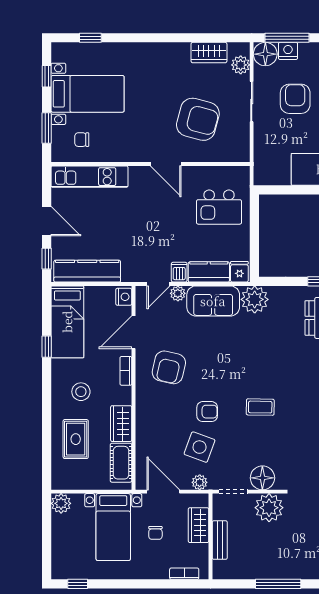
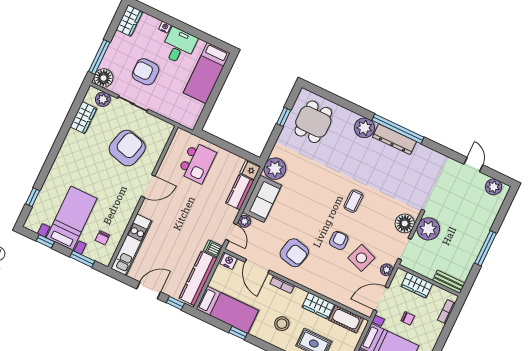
nightstand: (288, 51) -> (109, 61), removed
dishwasher: (179, 272) -> (213, 249), moved
bench: (220, 540) -> (449, 282), moved

